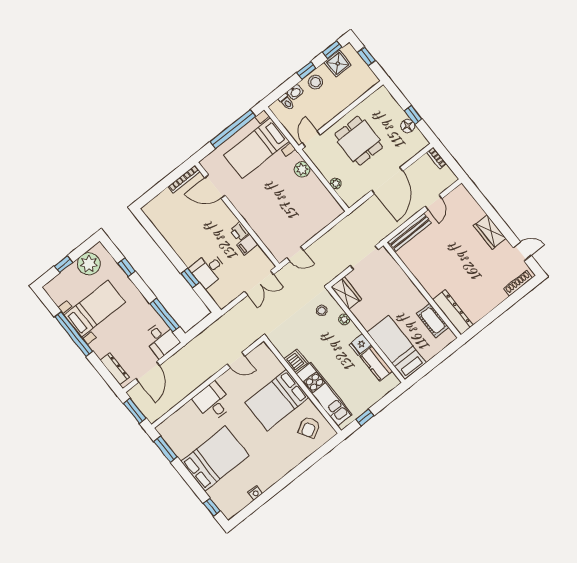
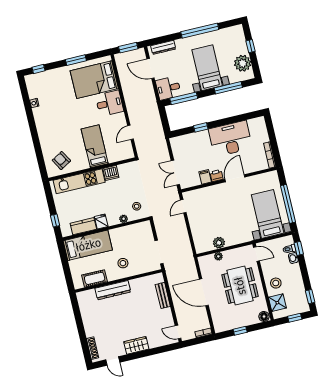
shower: (338, 63) -> (277, 303), moved
window: (306, 70) -> (299, 248), moved
stool: (315, 82) -> (276, 283), moved
floor lamp: (408, 126) -> (264, 316), moved
dining table: (359, 141) -> (240, 286), width x1.38
plant: (302, 169) -> (219, 243), moved
door: (215, 186) -> (235, 178), moved
door: (433, 202) -> (178, 332), moved
bench: (410, 232) -> (163, 295), width x0.73
door: (522, 251) -> (113, 361), hinge flipped
window: (126, 267) -> (228, 88), width x2.17
desk: (208, 270) -> (230, 139), moved, width x1.87, depth x1.30
wardrobe: (346, 293) -> (141, 229), removed
stool: (398, 295) -> (123, 263), added
bed with nightstands: (95, 309) -> (207, 68), moved, turned 180
dresser: (453, 312) -> (113, 290), moved
bed: (277, 400) -> (95, 146), width x0.67
window: (365, 417) -> (55, 221), moved
window: (166, 449) -> (76, 60), moved
bed: (215, 459) -> (94, 80), moved, turned 90

